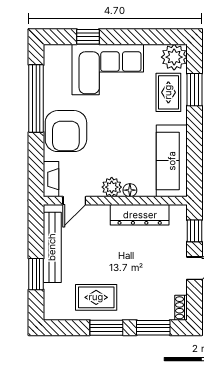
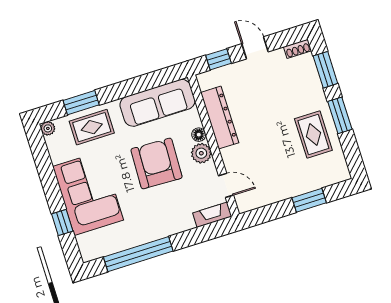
plant: (174, 57) -> (48, 128), width x0.53, depth x0.53
armchair: (66, 131) -> (156, 163), moved, turned -88
bench: (52, 247) -> (278, 193), removed

